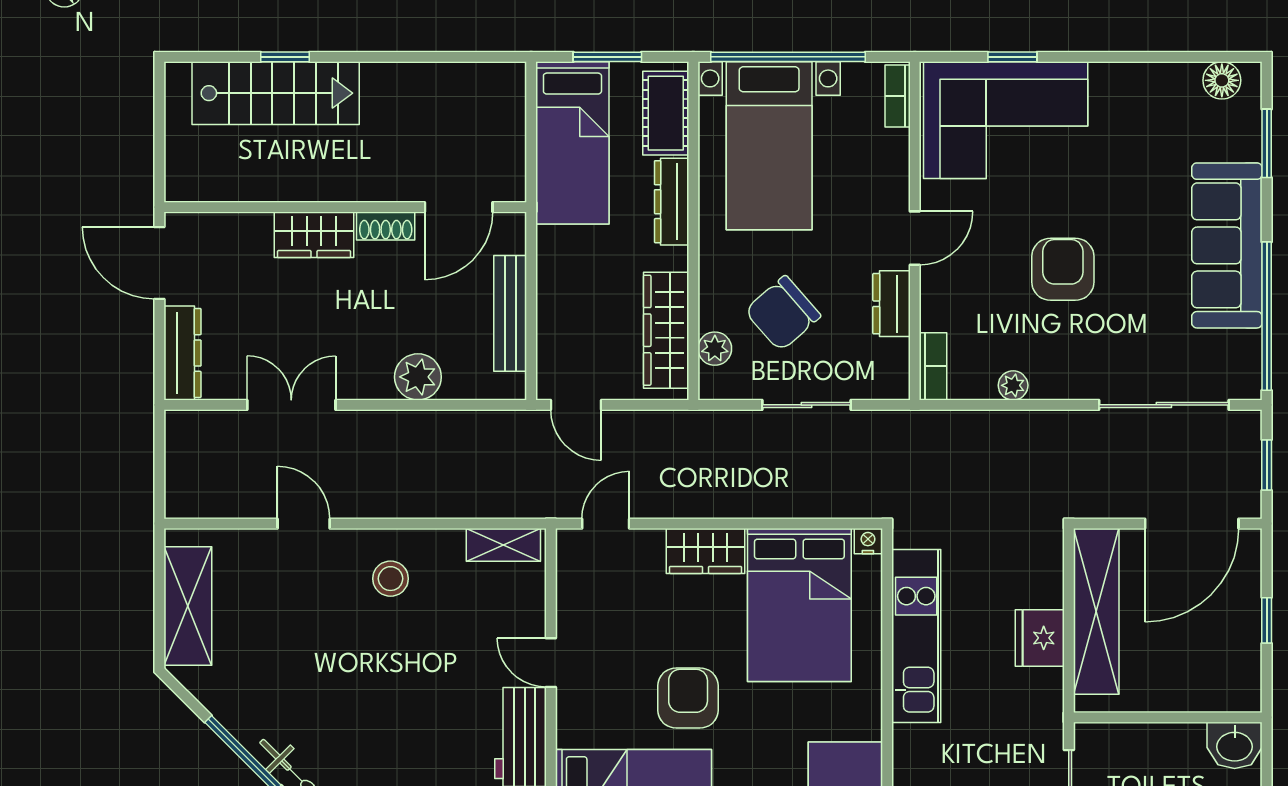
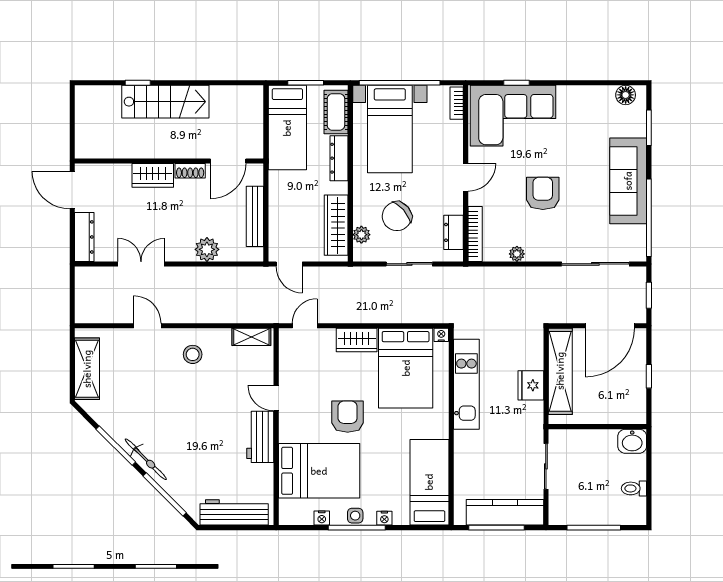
stairs: (276, 93) -> (165, 102), moved
dresser: (891, 304) -> (454, 232), moved
bookcase: (933, 366) -> (475, 234), width x1.56

